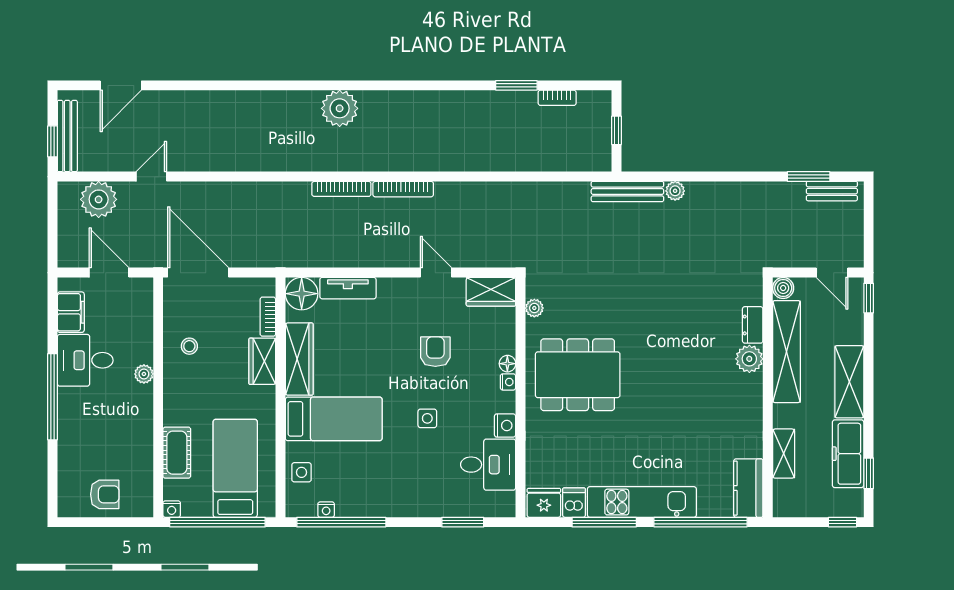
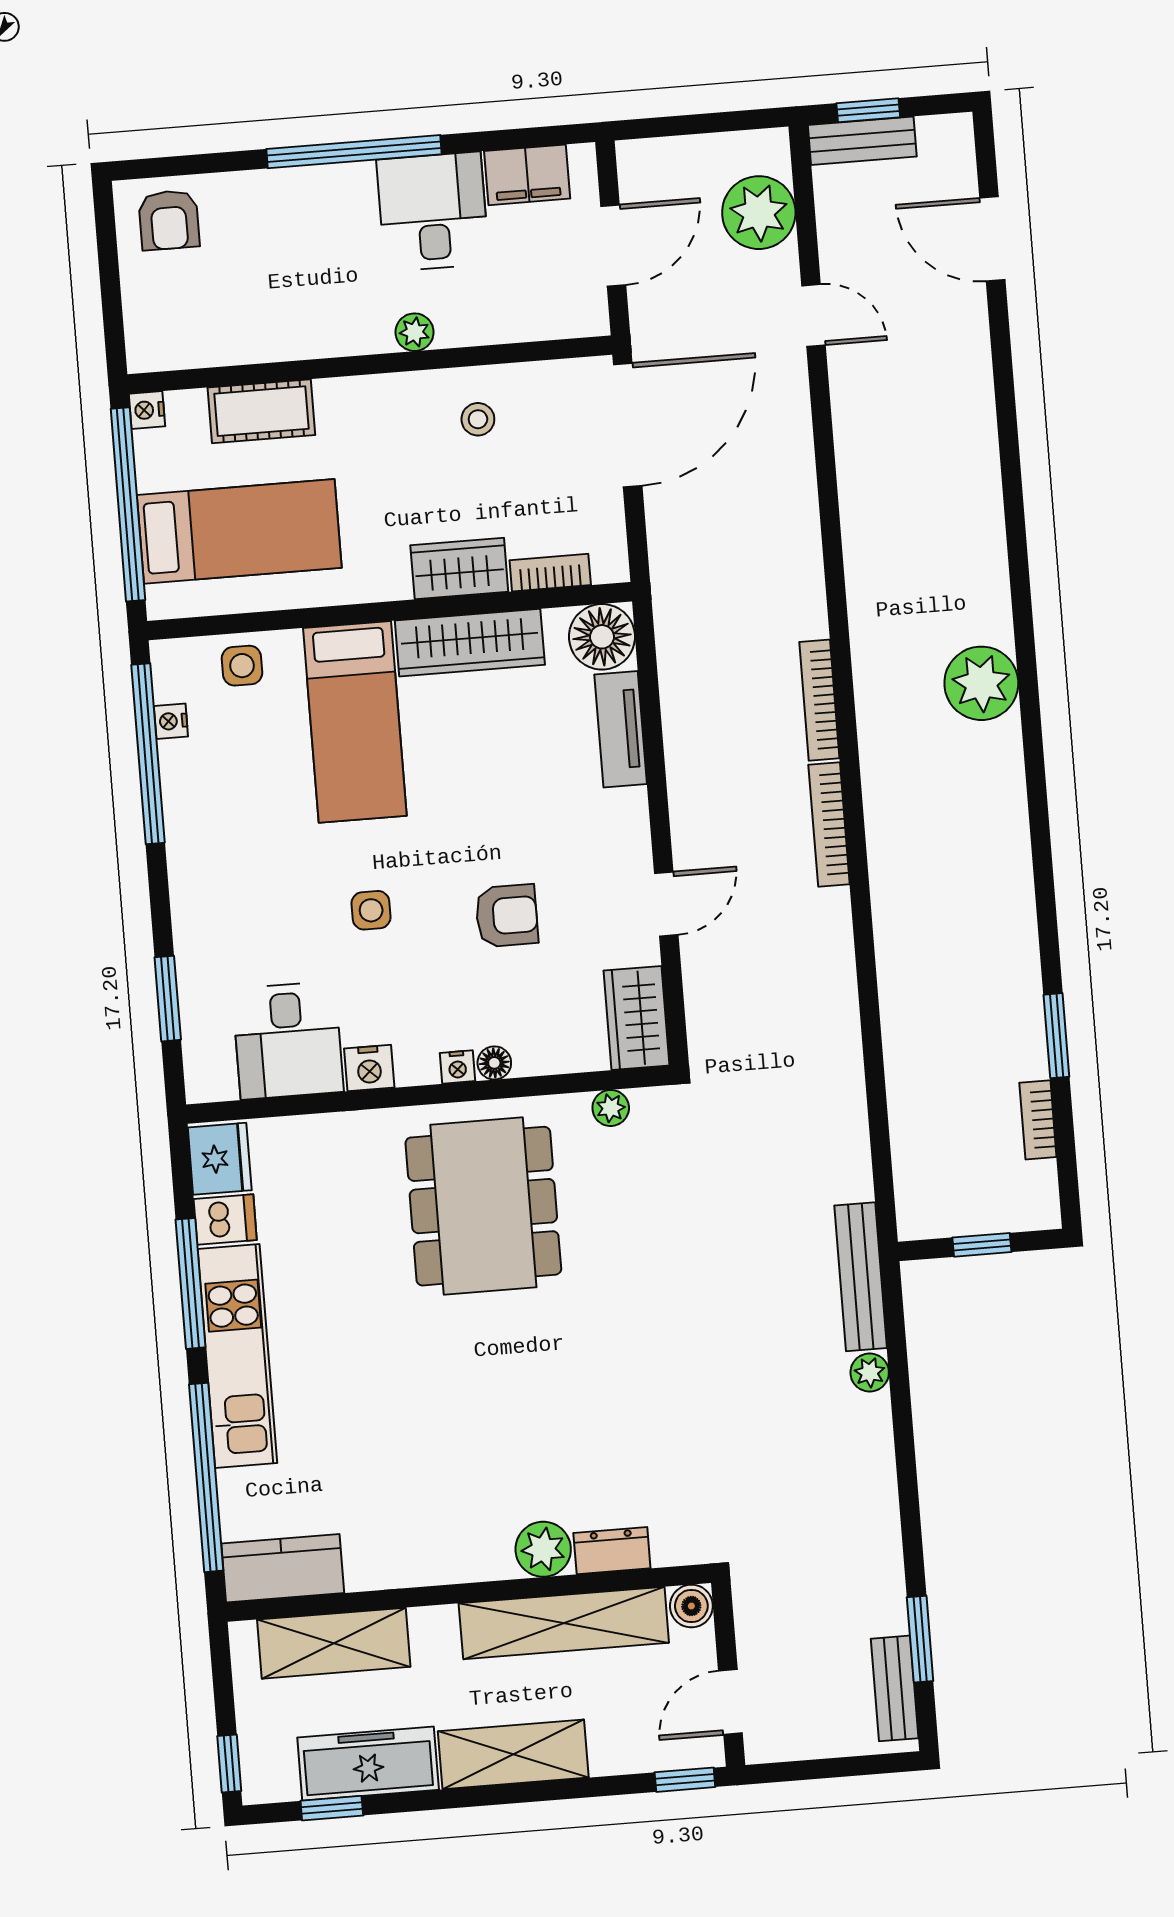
bench: (67, 136) -> (862, 141), width x0.73
shelving: (784, 454) -> (334, 1643), width x1.50, depth x1.33
armchair: (105, 494) -> (169, 220), moved

